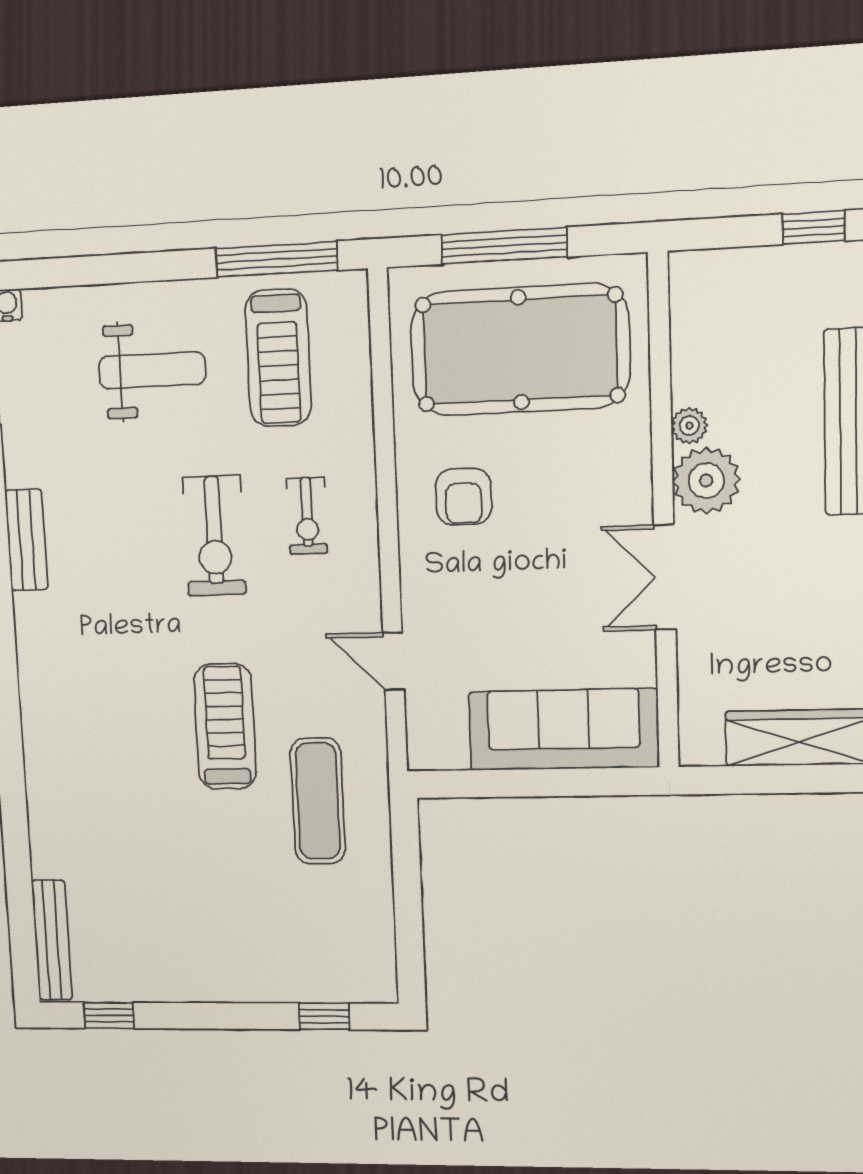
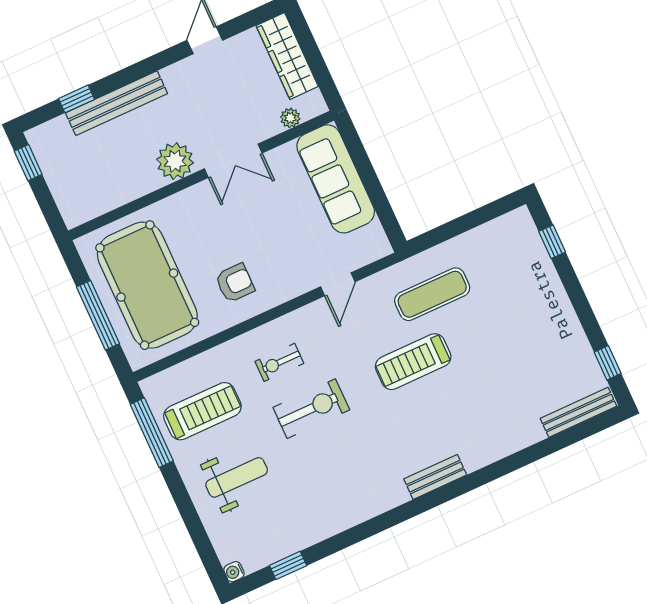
weight bench: (152, 370) -> (237, 477), turned 90
plant: (689, 426) -> (290, 118), moved
exercise bike: (307, 516) -> (279, 362), turned 180
bench: (26, 540) -> (435, 477), moved

